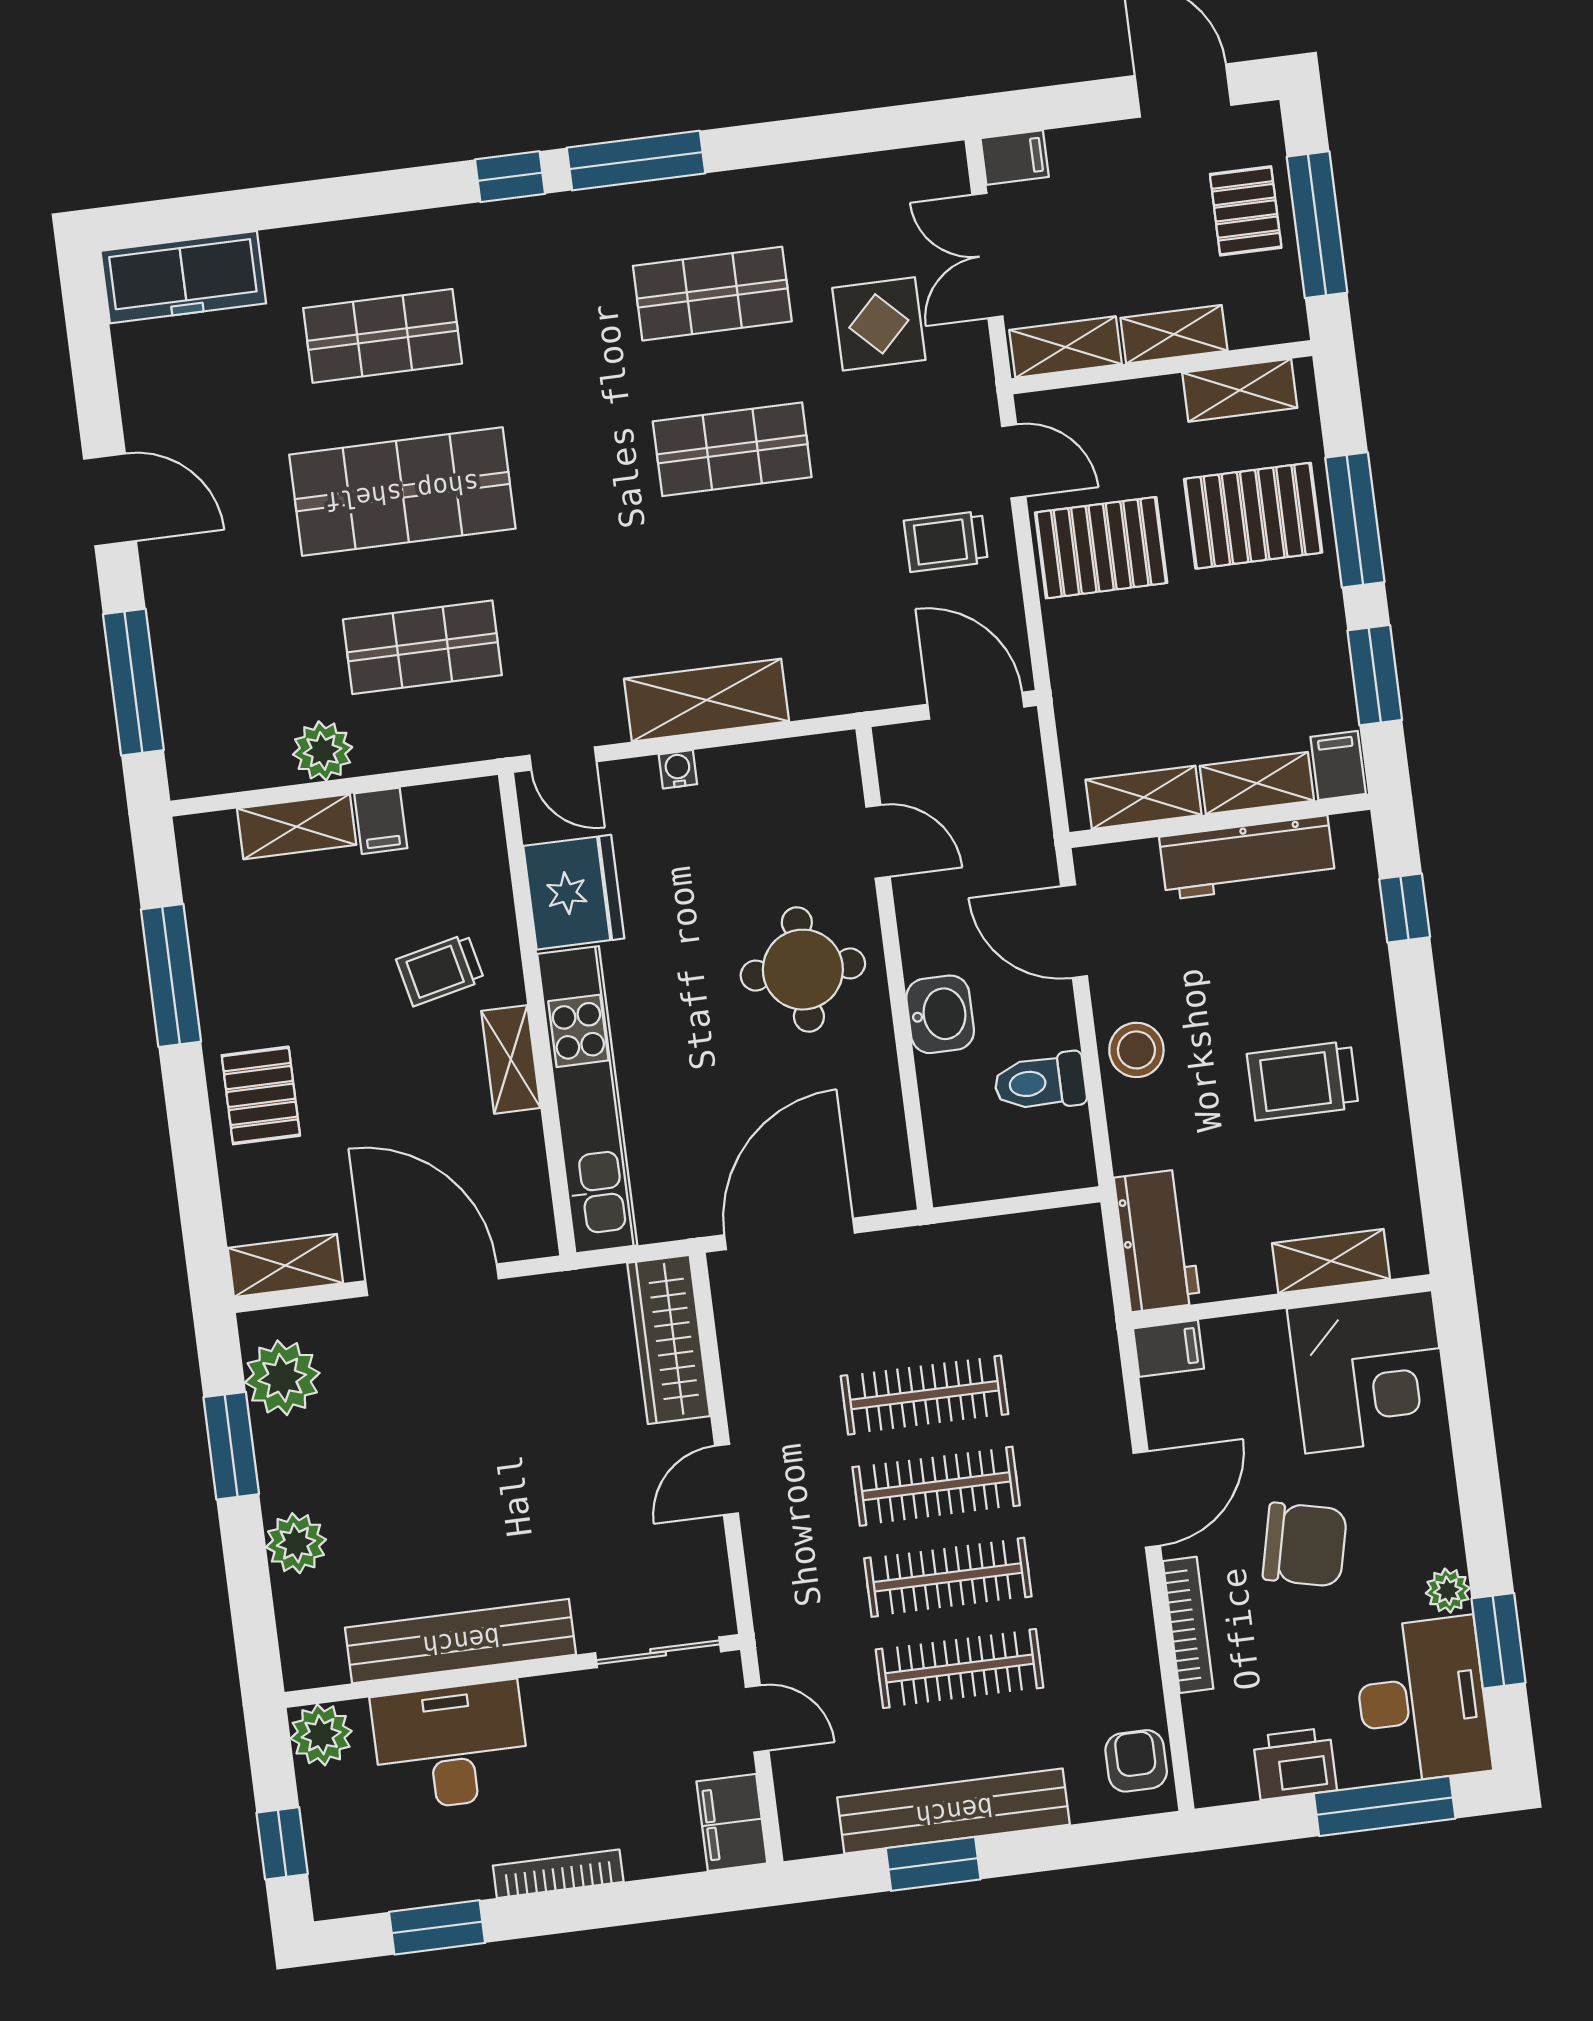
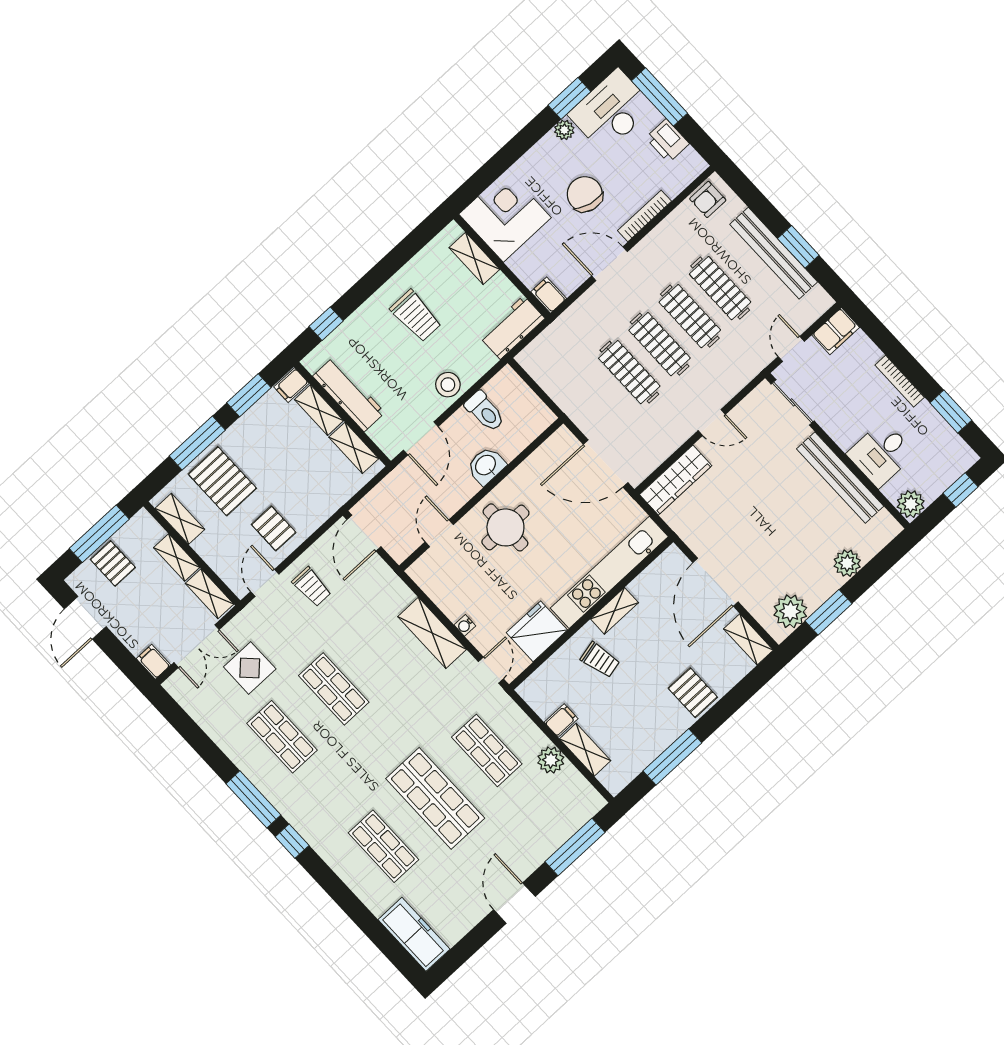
pallet: (1246, 211) -> (113, 563), turned 90
pallet: (1101, 548) -> (274, 528), width x0.67, depth x0.71
pallet: (261, 1095) -> (693, 693), turned 90
desk: (451, 1746) -> (881, 454), width x0.73

